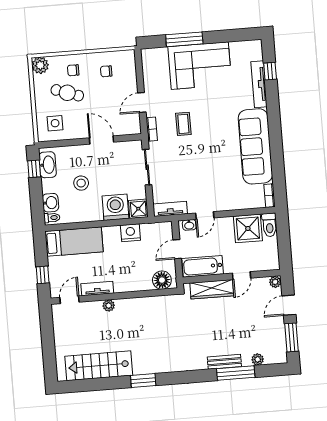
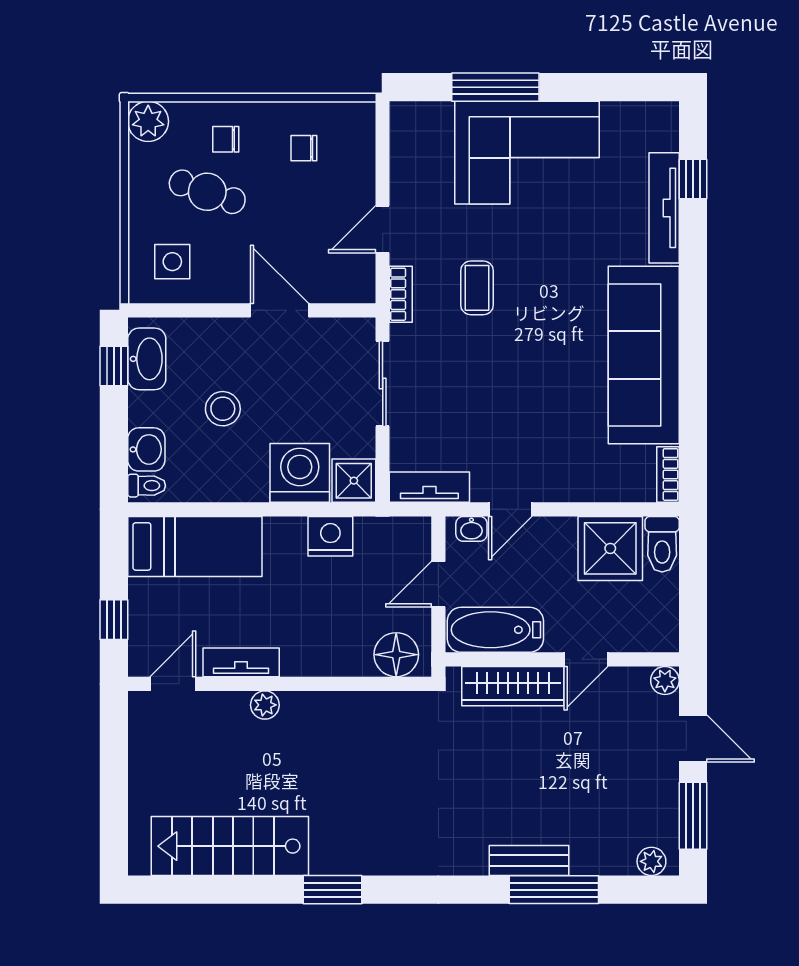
door: (289, 305) -> (693, 738), swing flipped
plant: (258, 359) -> (651, 861), moved

